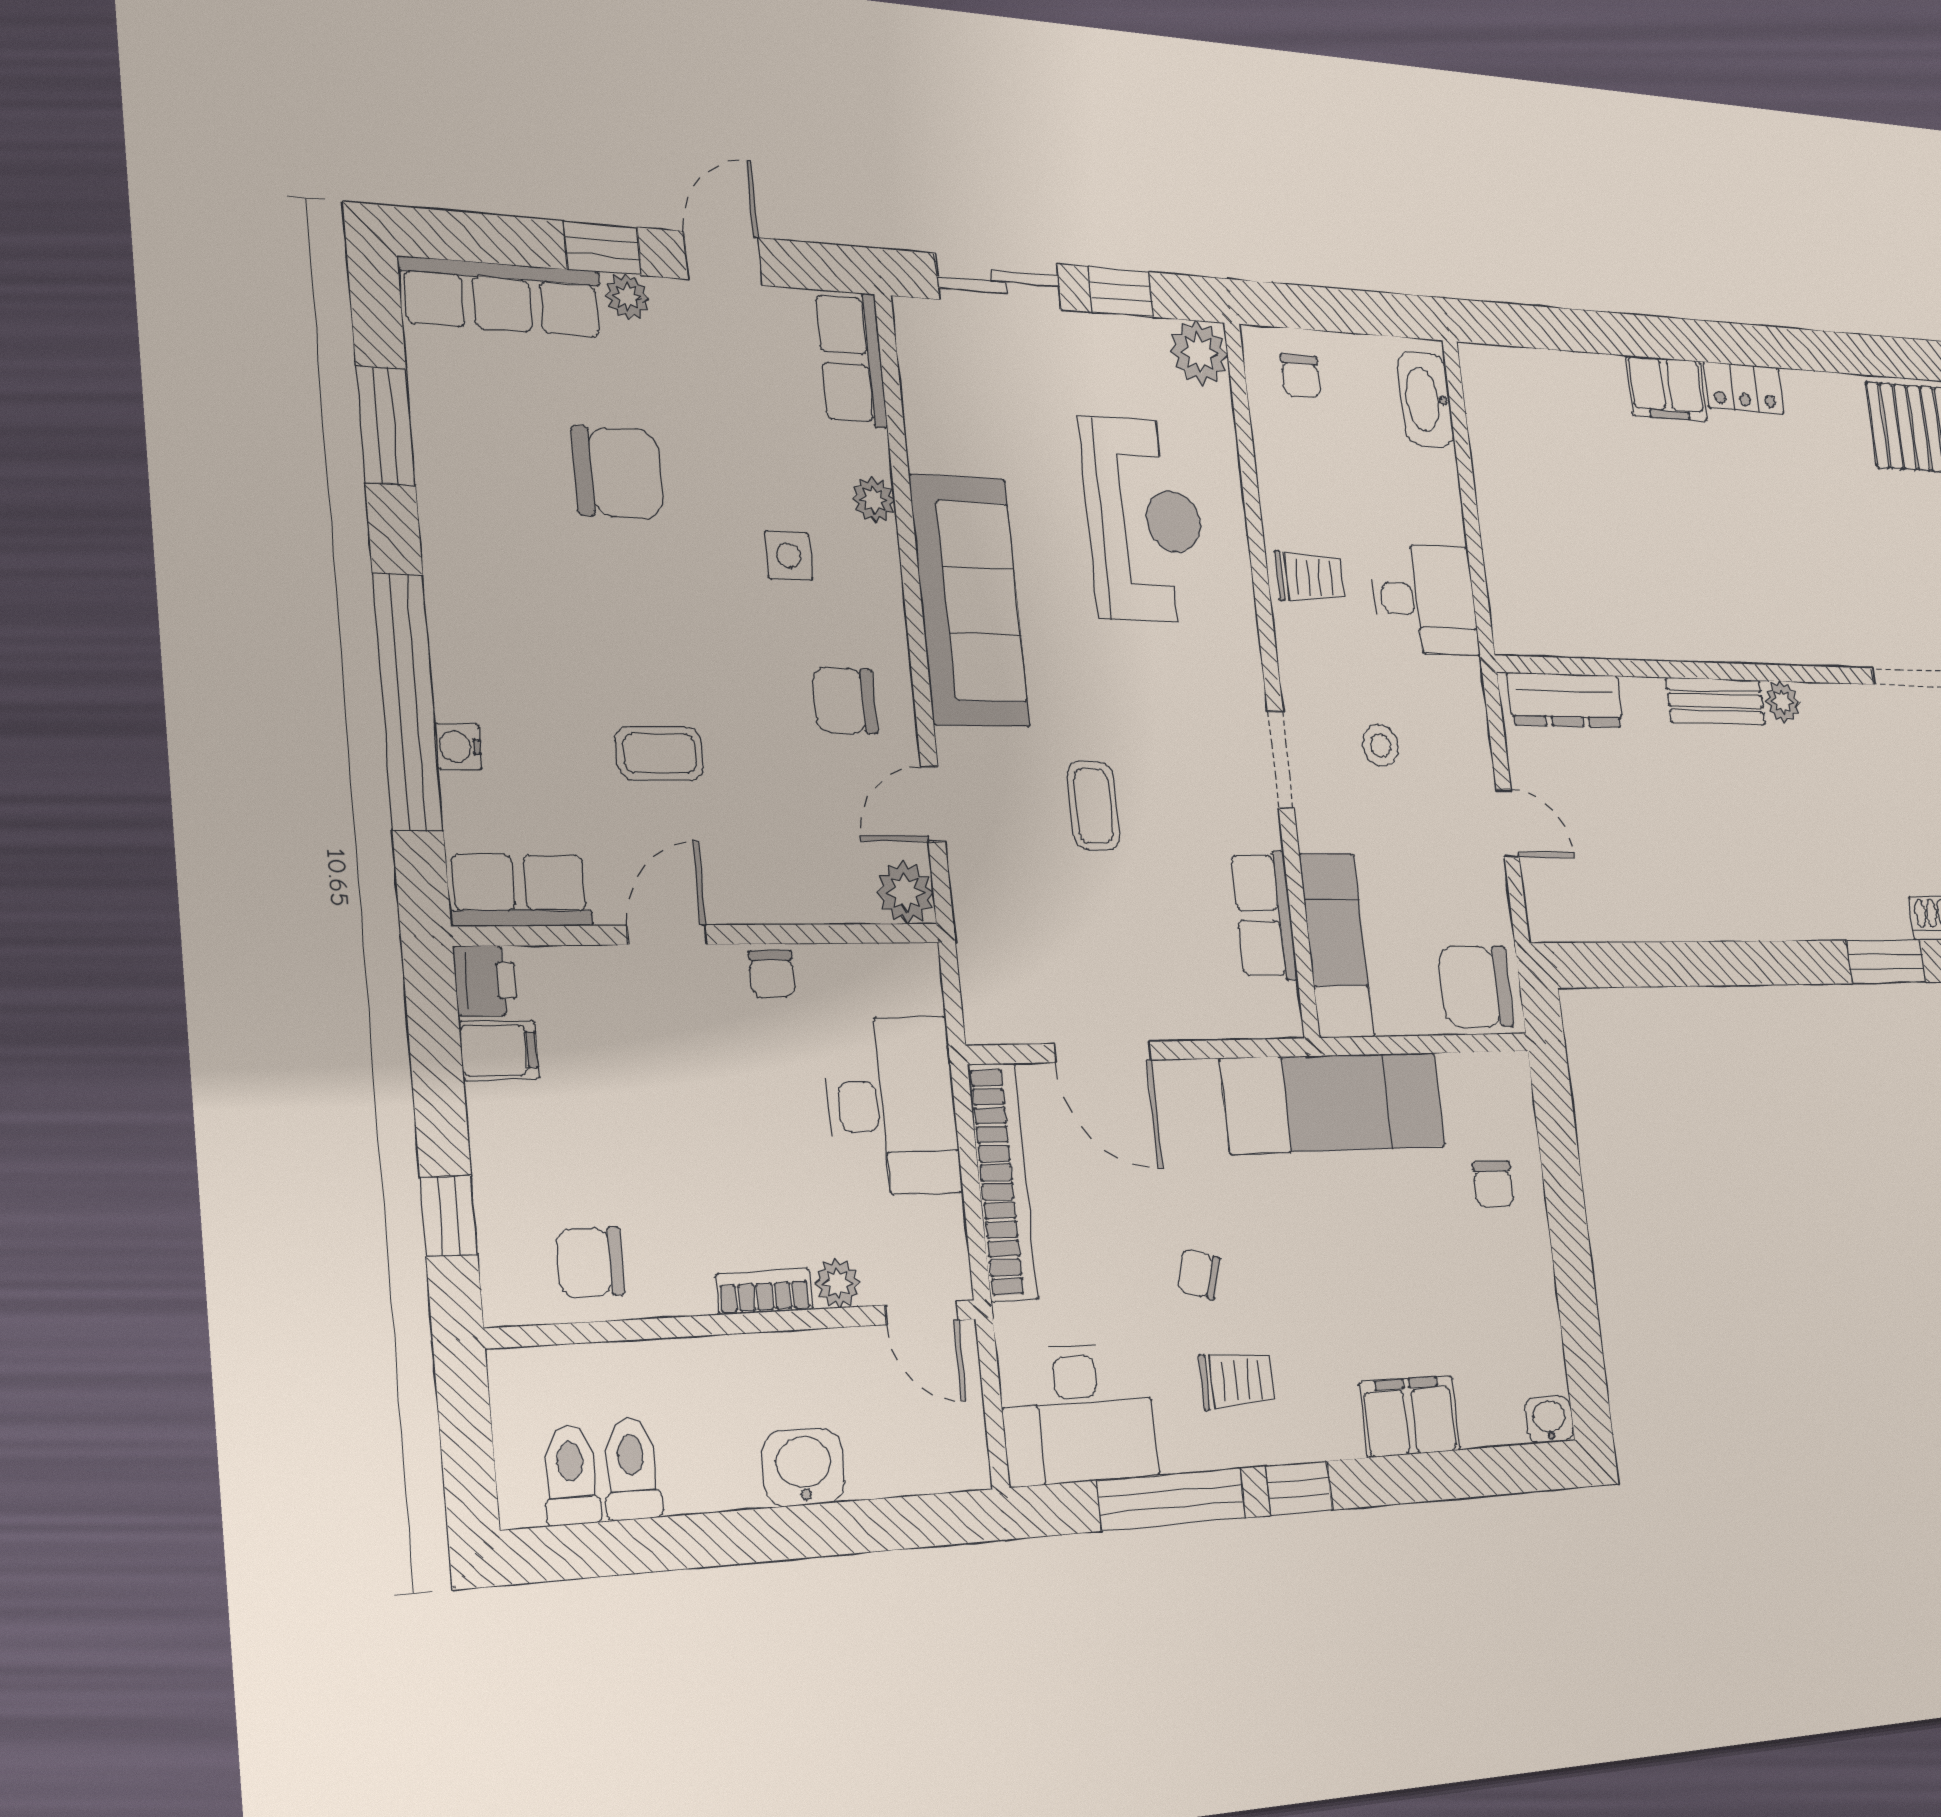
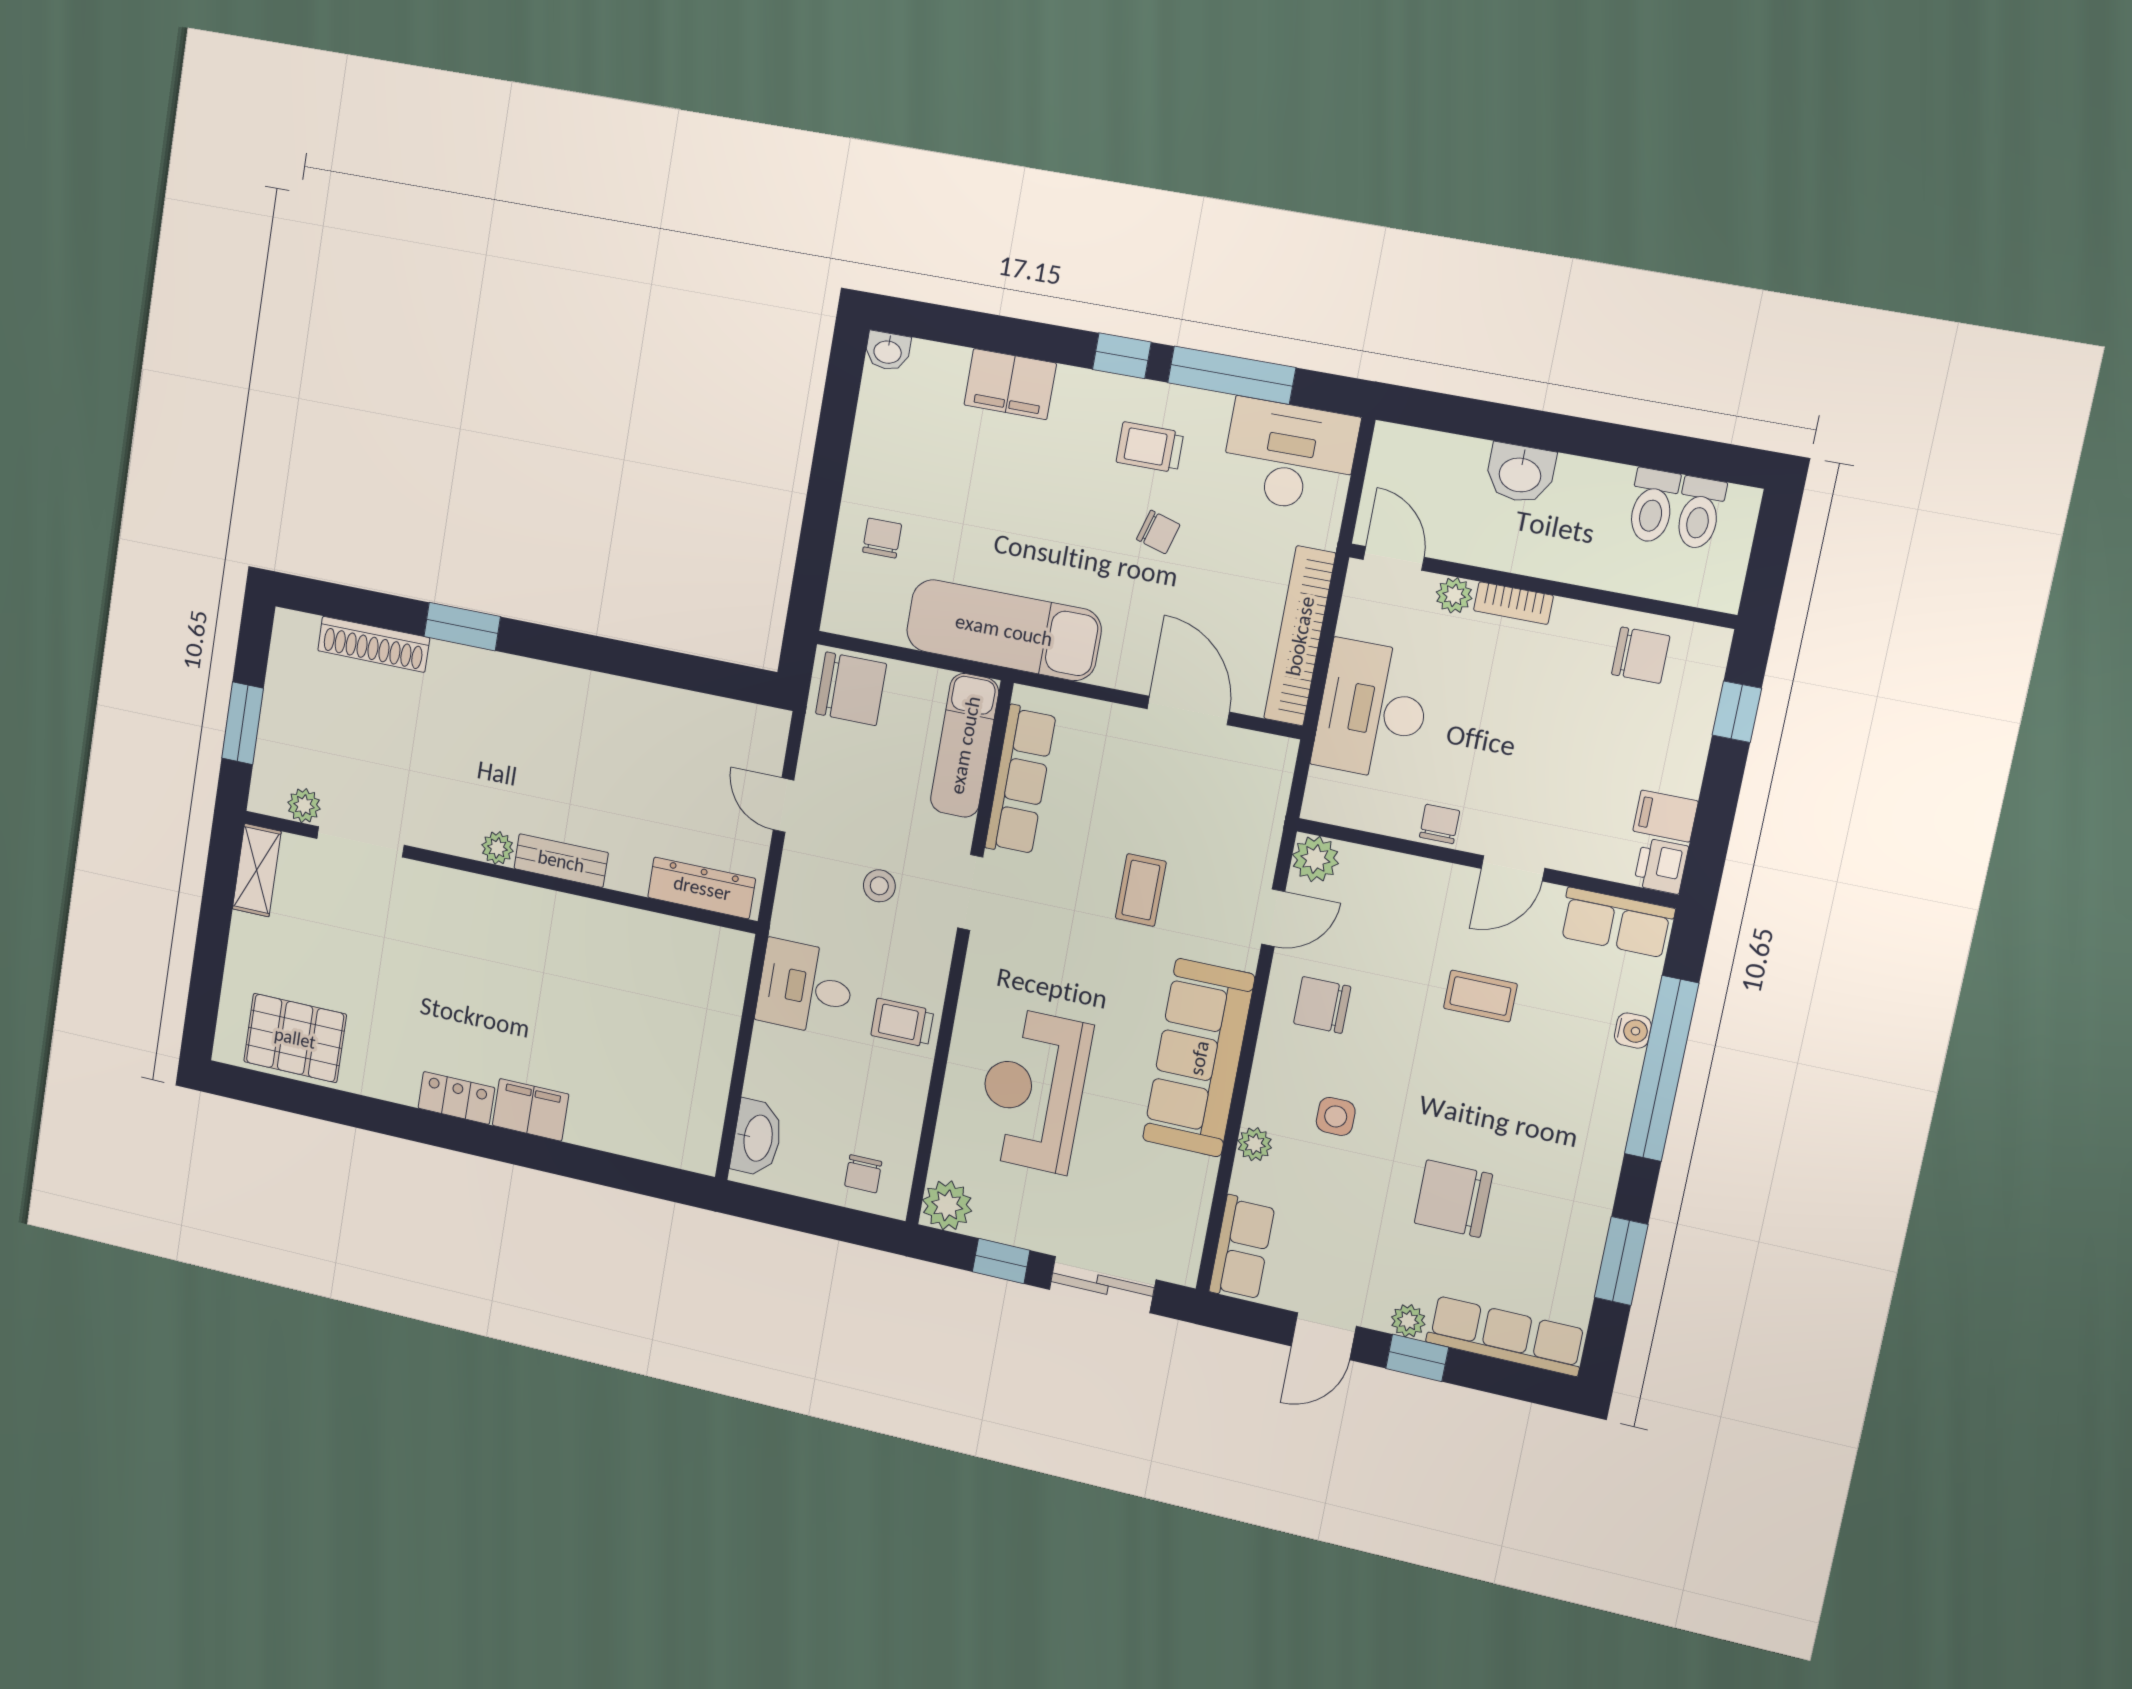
chair: (1301, 376) -> (863, 1174), turned 180
chair: (845, 701) -> (1322, 1005), turned 180
row of seats: (1264, 915) -> (1021, 781), width x1.48

